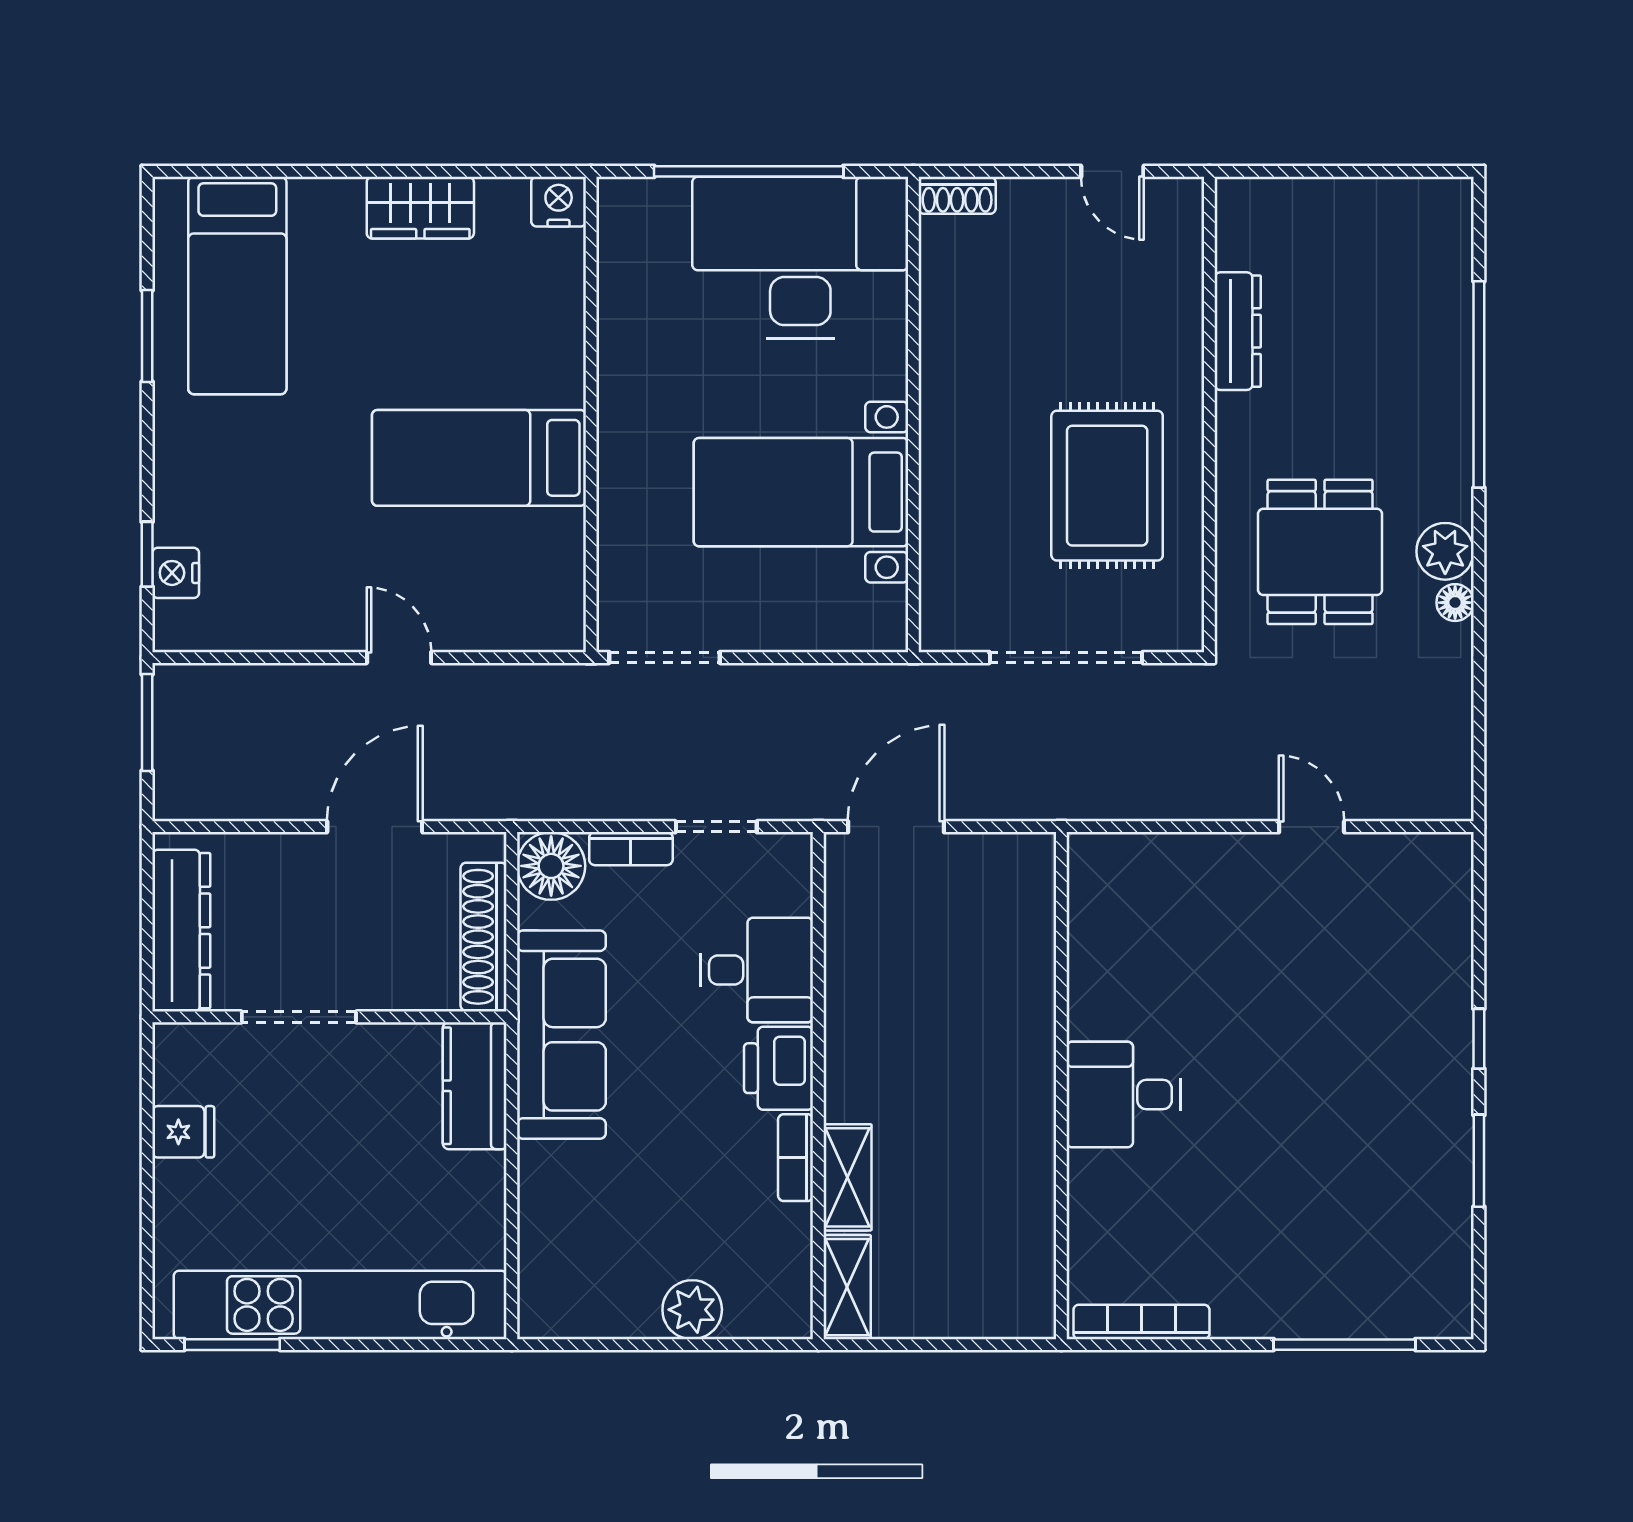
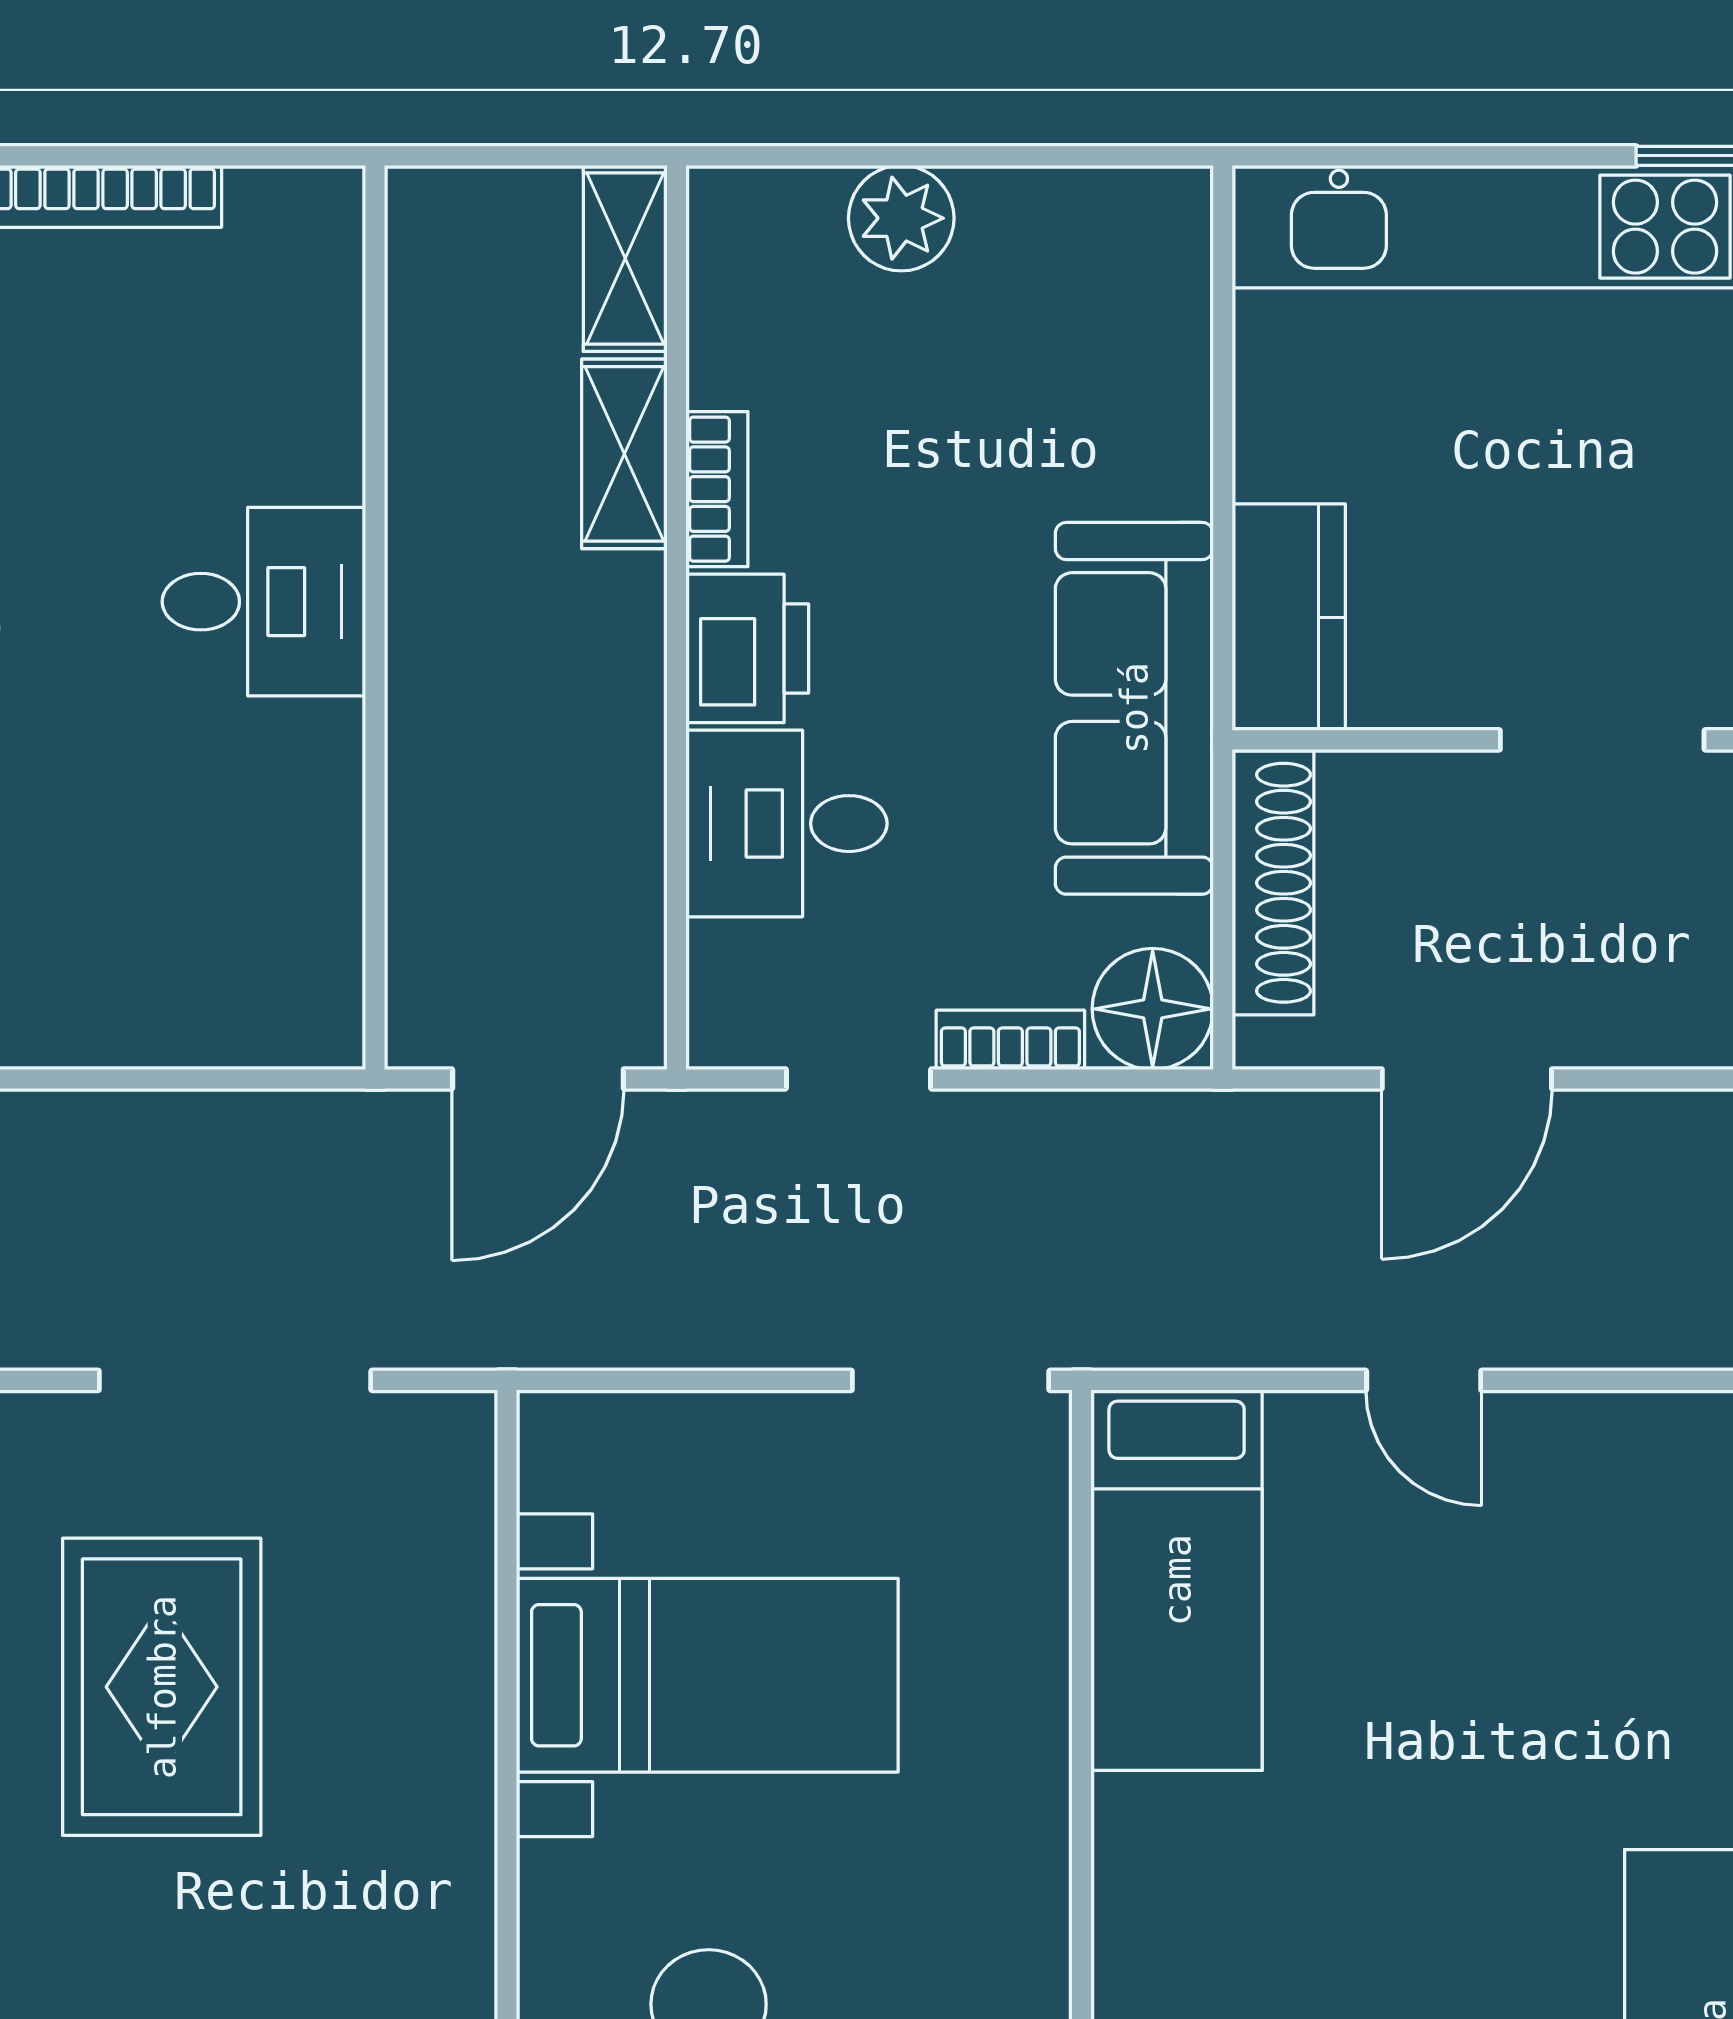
bed: (479, 458) -> (1177, 1580), moved, turned 90
wall: (1061, 1086) -> (375, 617), moved
desk: (1124, 1094) -> (264, 602), moved

